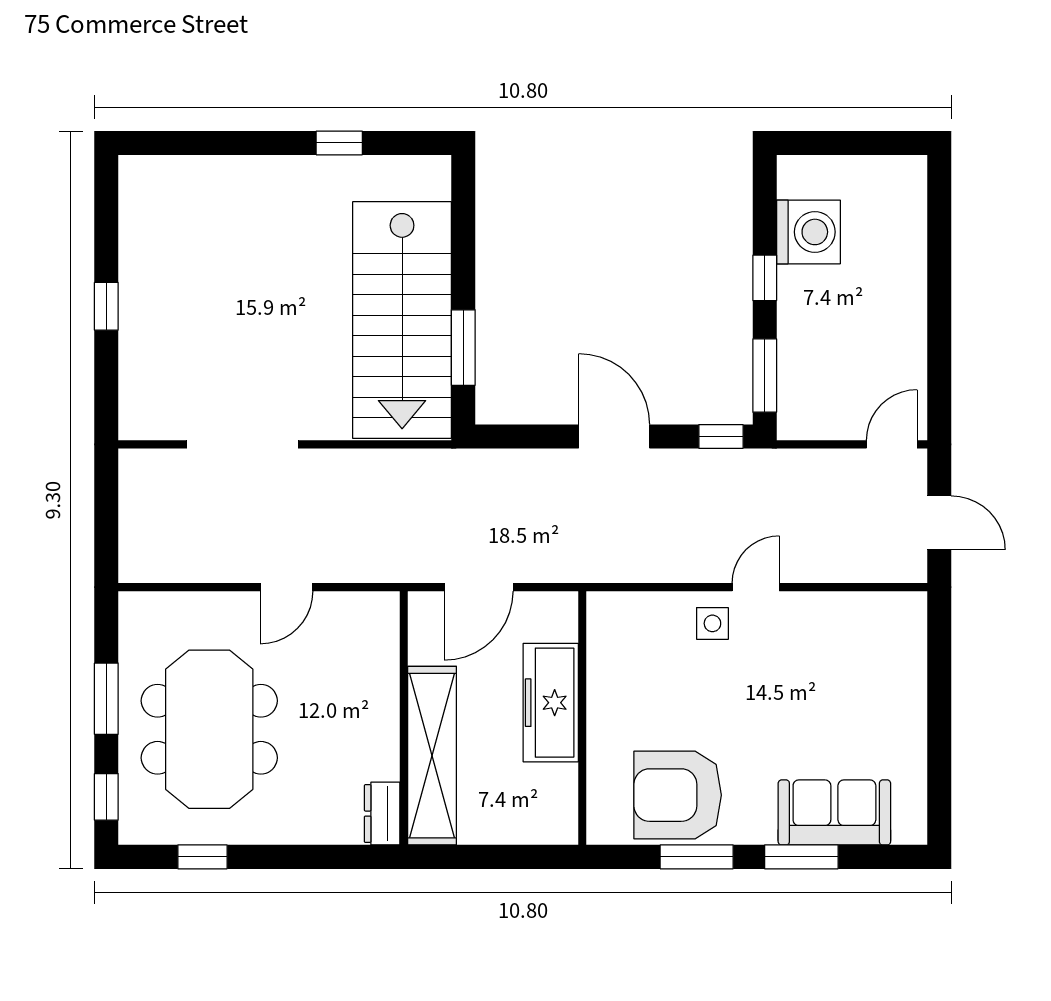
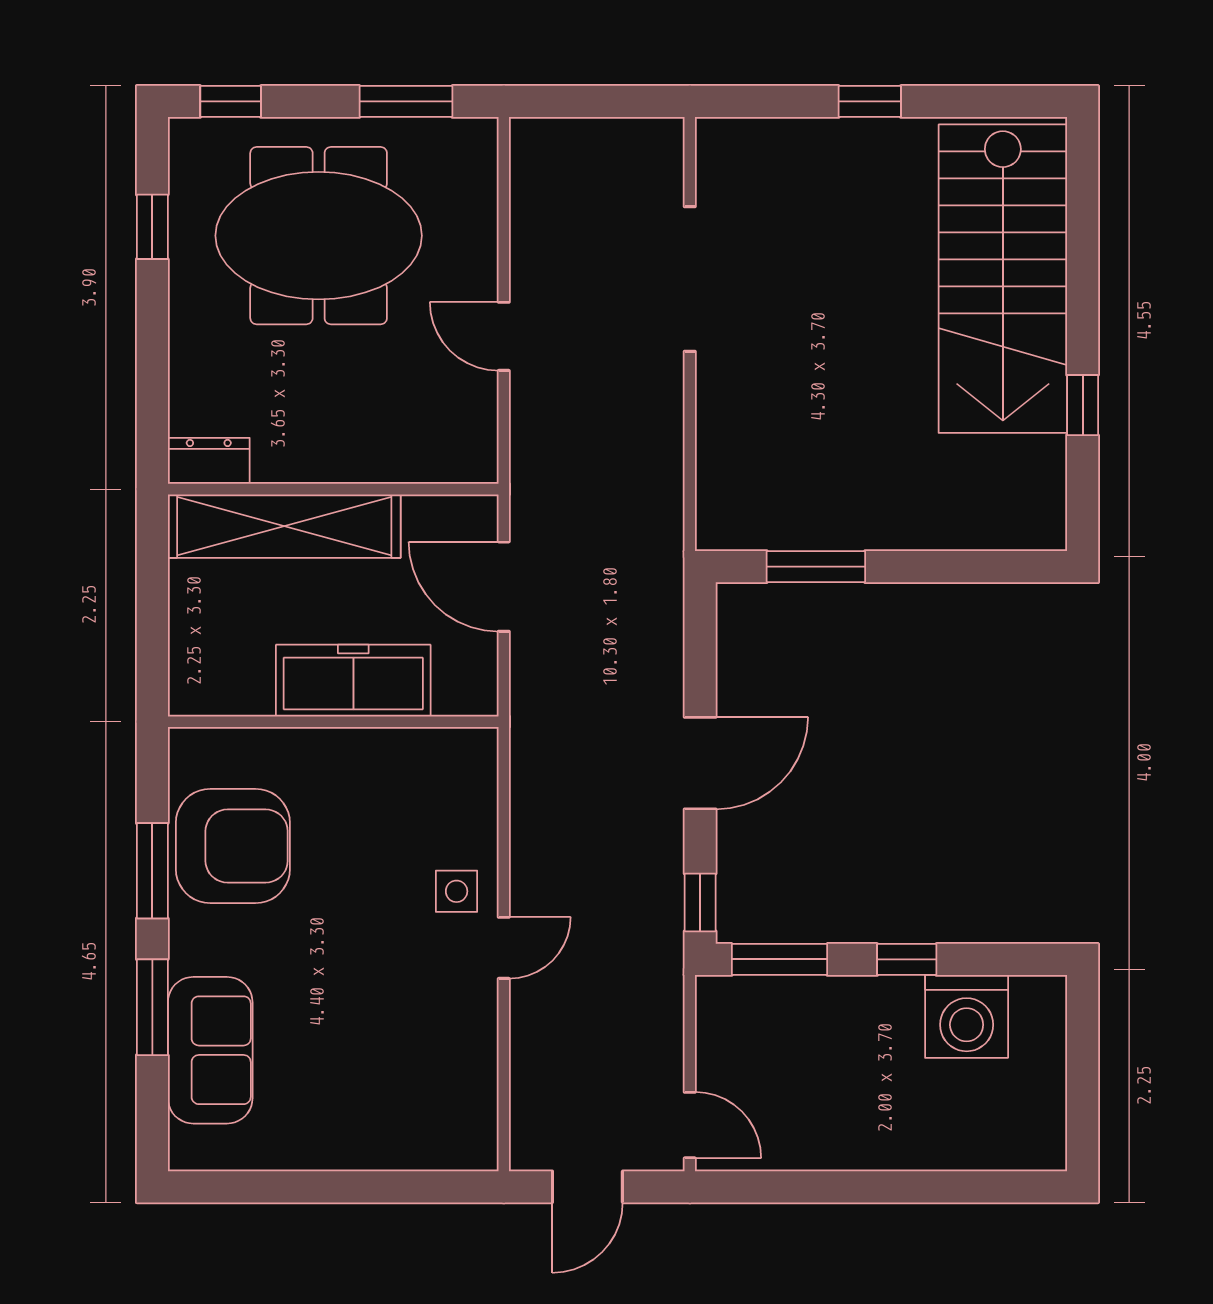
stairs: (402, 320) -> (1003, 279), moved, turned -90
door: (756, 587) -> (504, 948), hinge flipped
window: (106, 699) -> (406, 101), moved
armchair: (678, 795) -> (233, 846), turned 90

